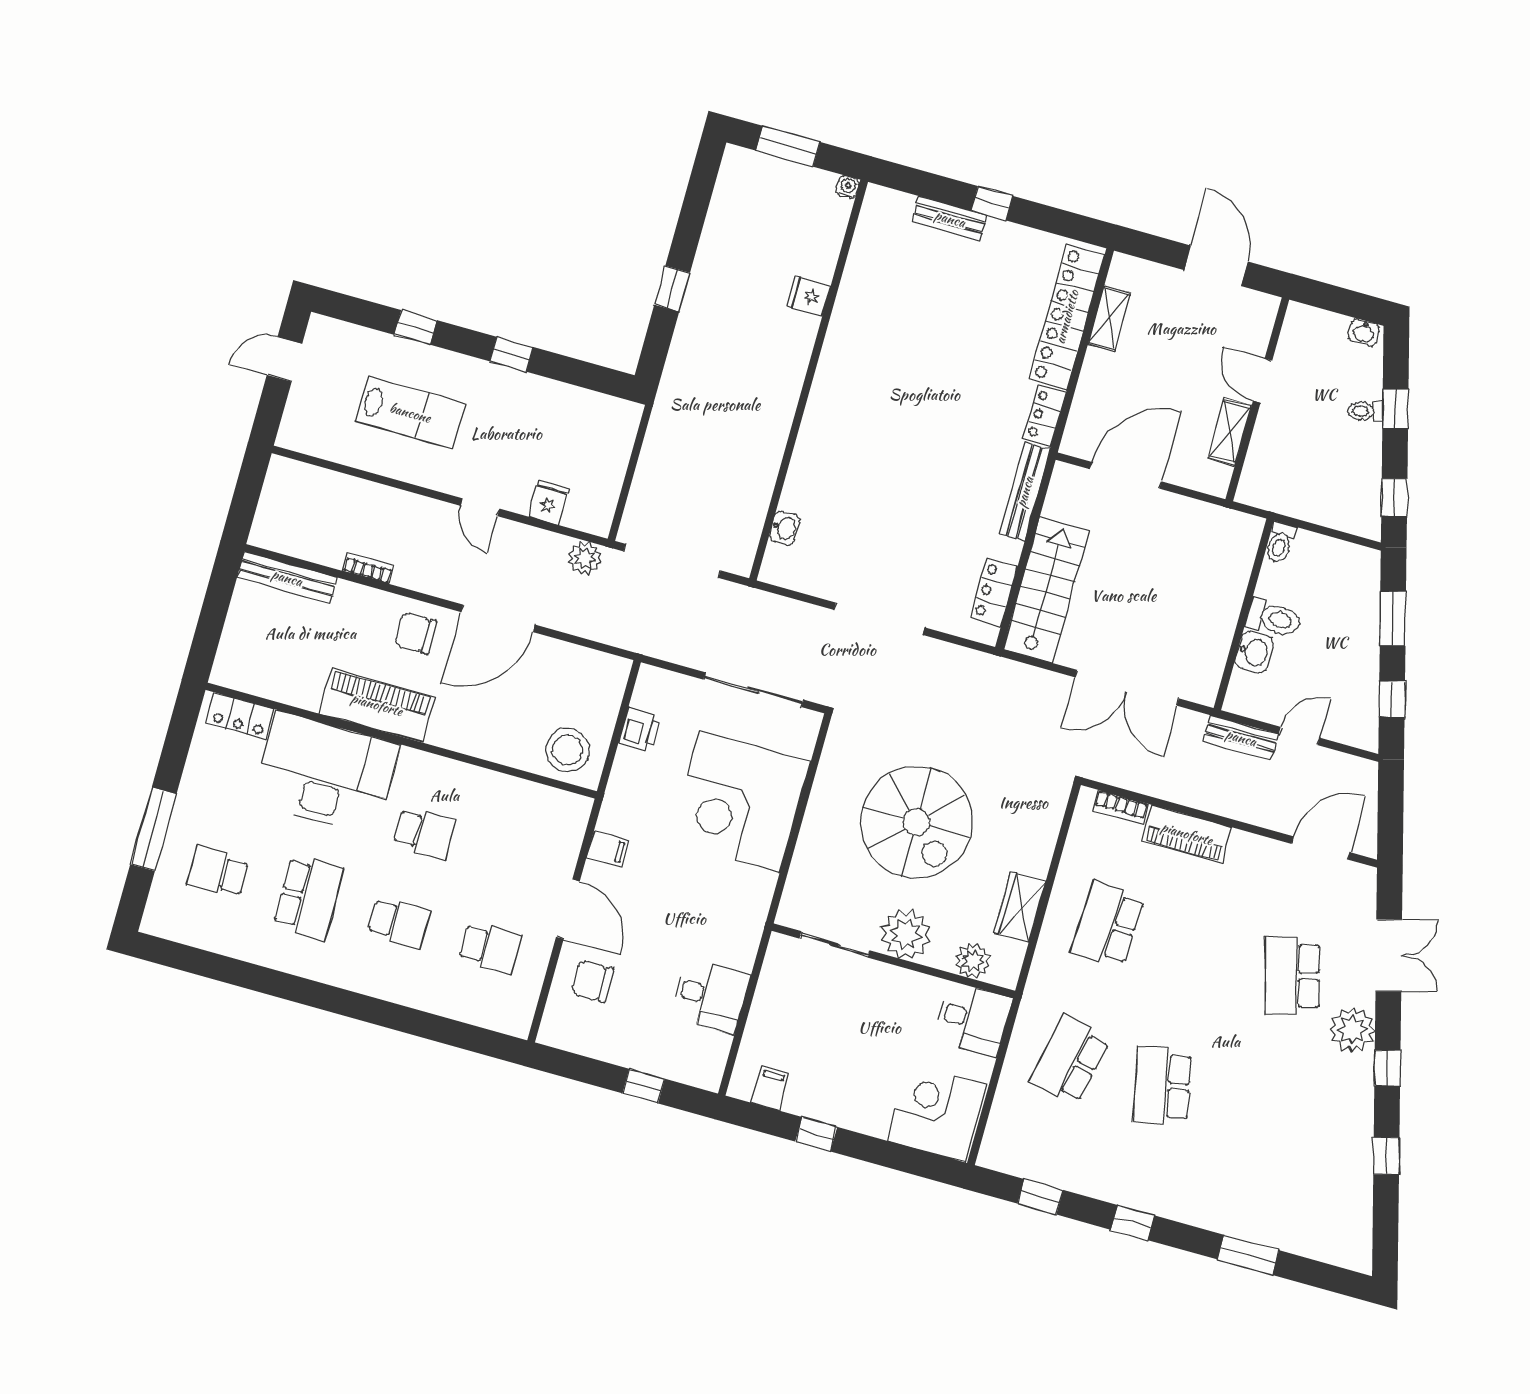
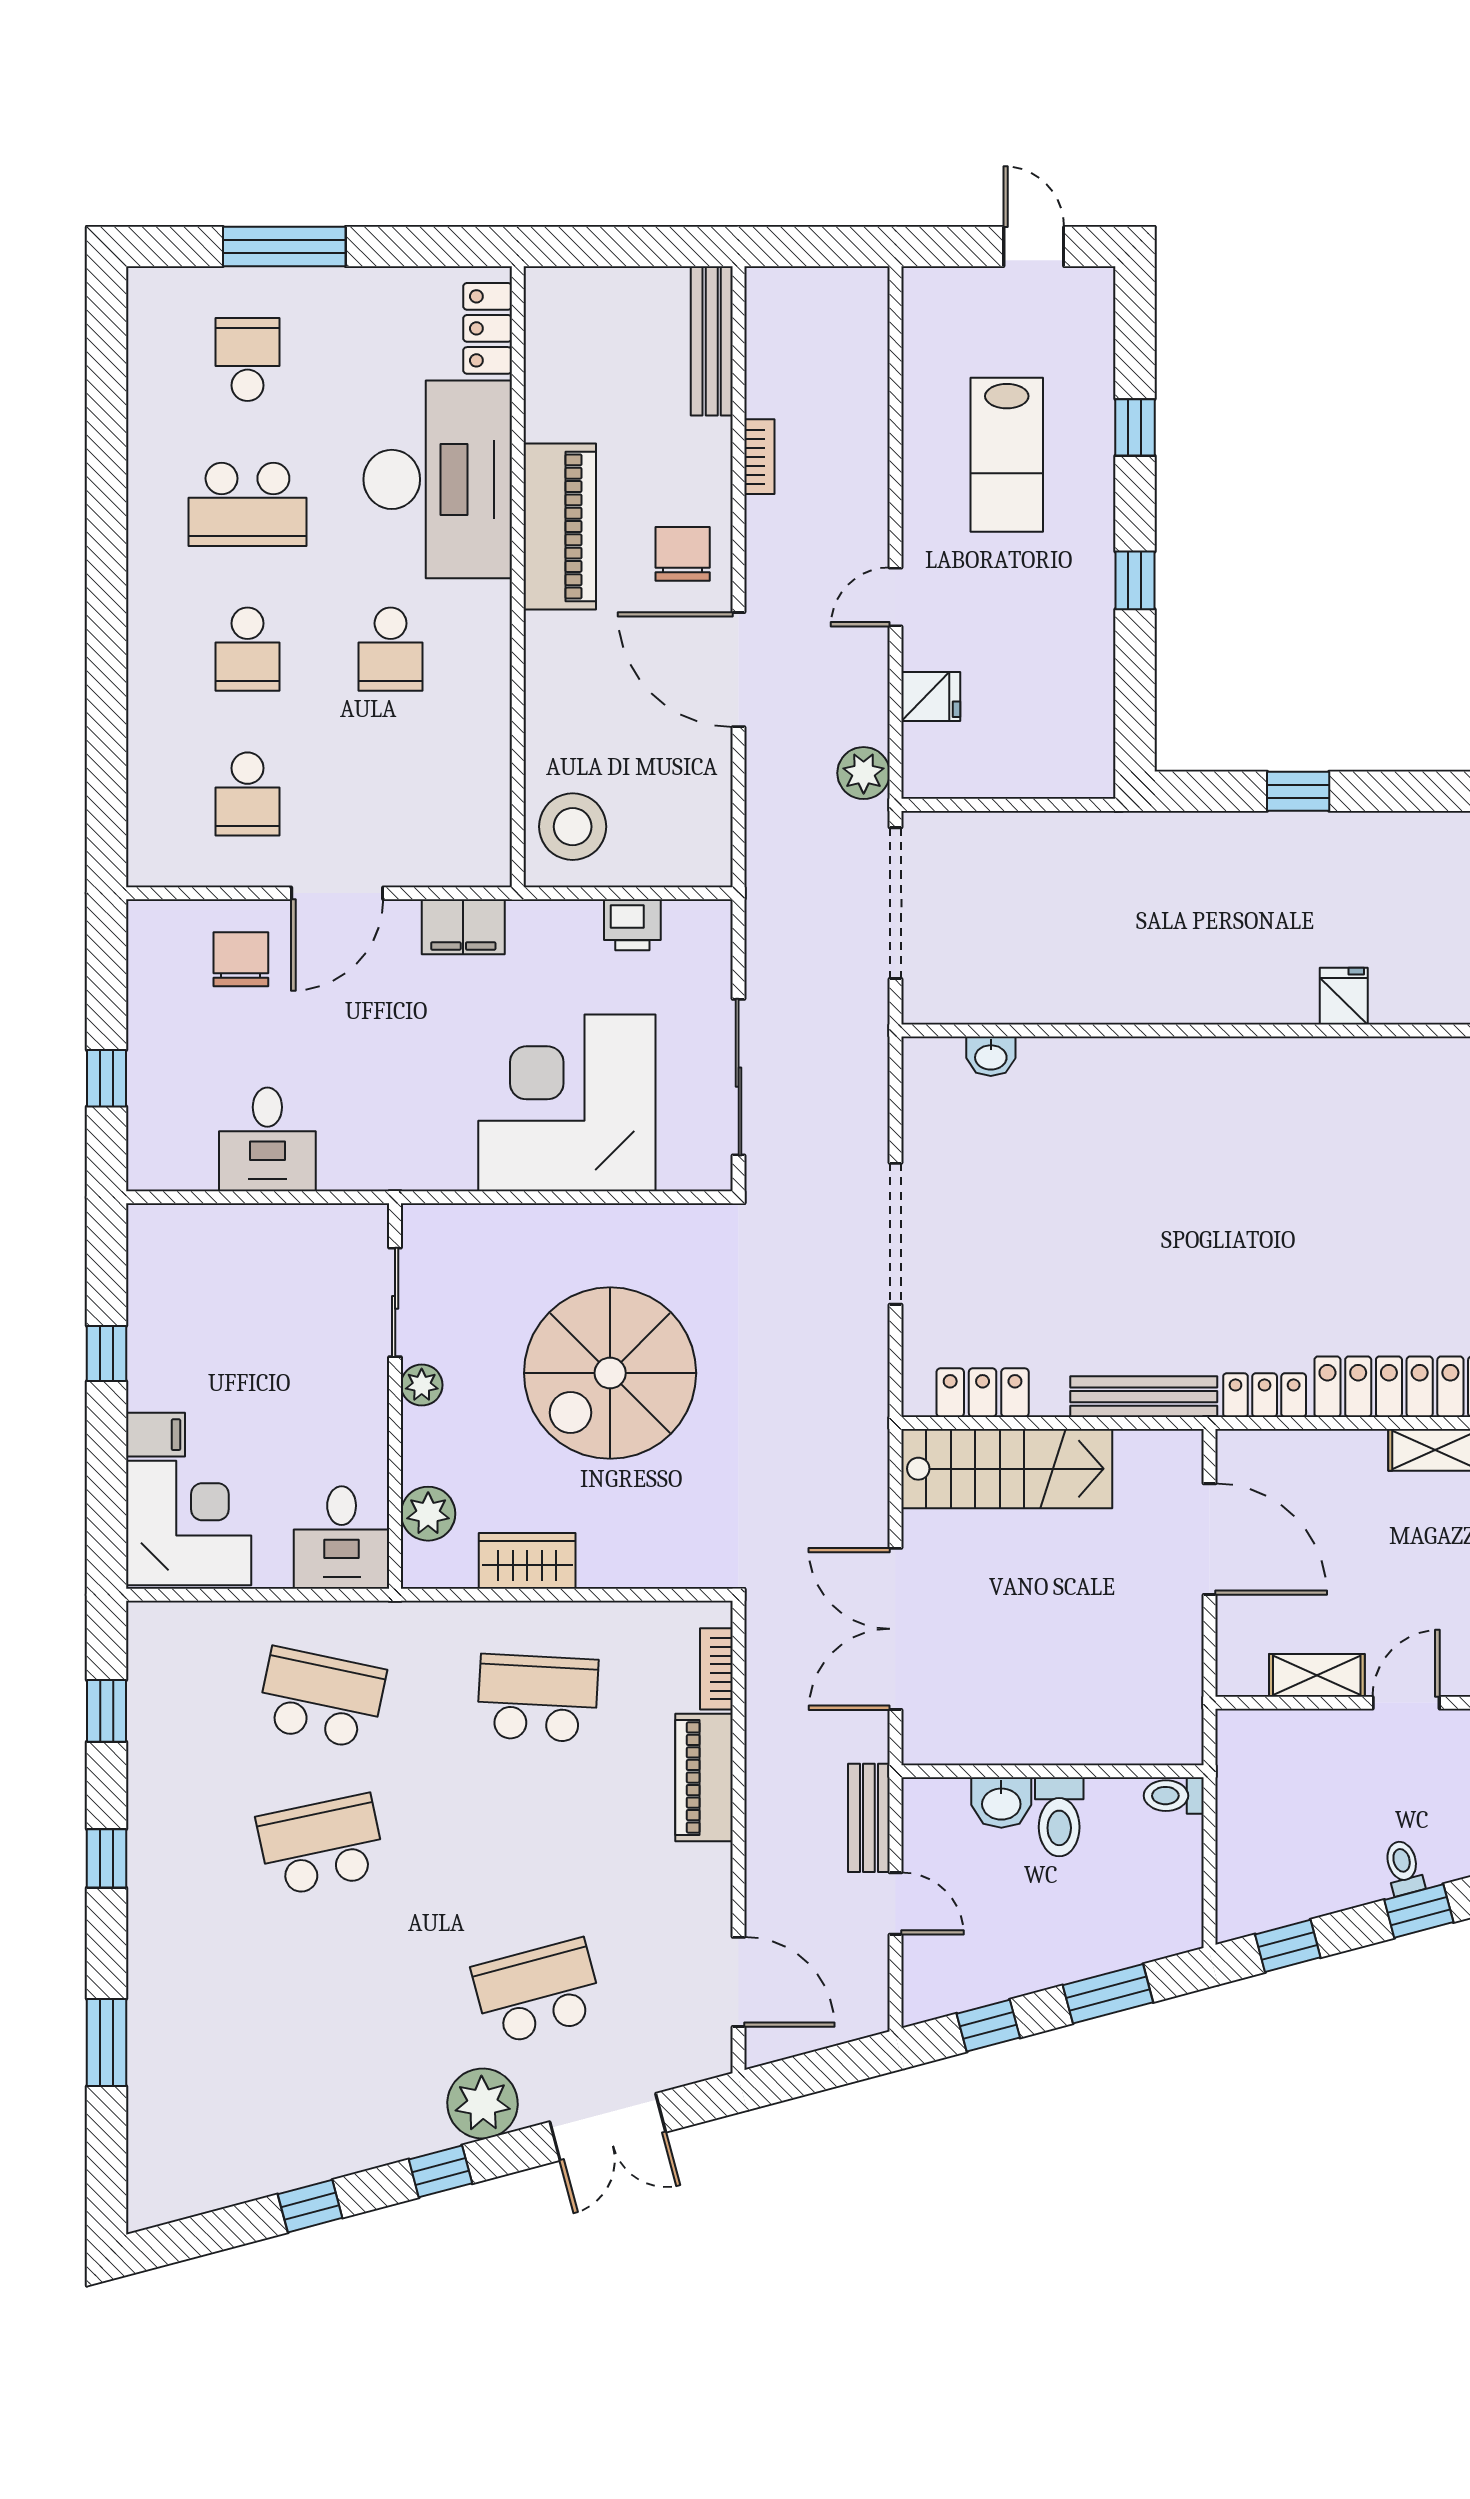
filing cabinet: (607, 849) -> (463, 927), width x2.00
plant: (906, 934) -> (422, 1385), width x0.53, depth x0.53
filing cabinet: (770, 1088) -> (156, 1435), moved

